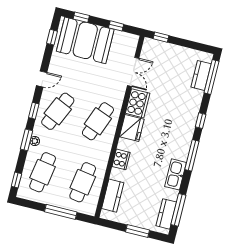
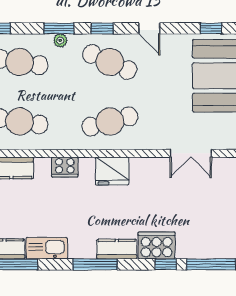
kitchen counter: (201, 75) -> (117, 249), moved
cooker: (138, 103) -> (157, 245), moved, turned 180
cafe table: (98, 121) -> (110, 121), turned -36
window: (201, 121) -> (166, 264), moved
kitchen sink: (176, 174) -> (47, 248), moved

